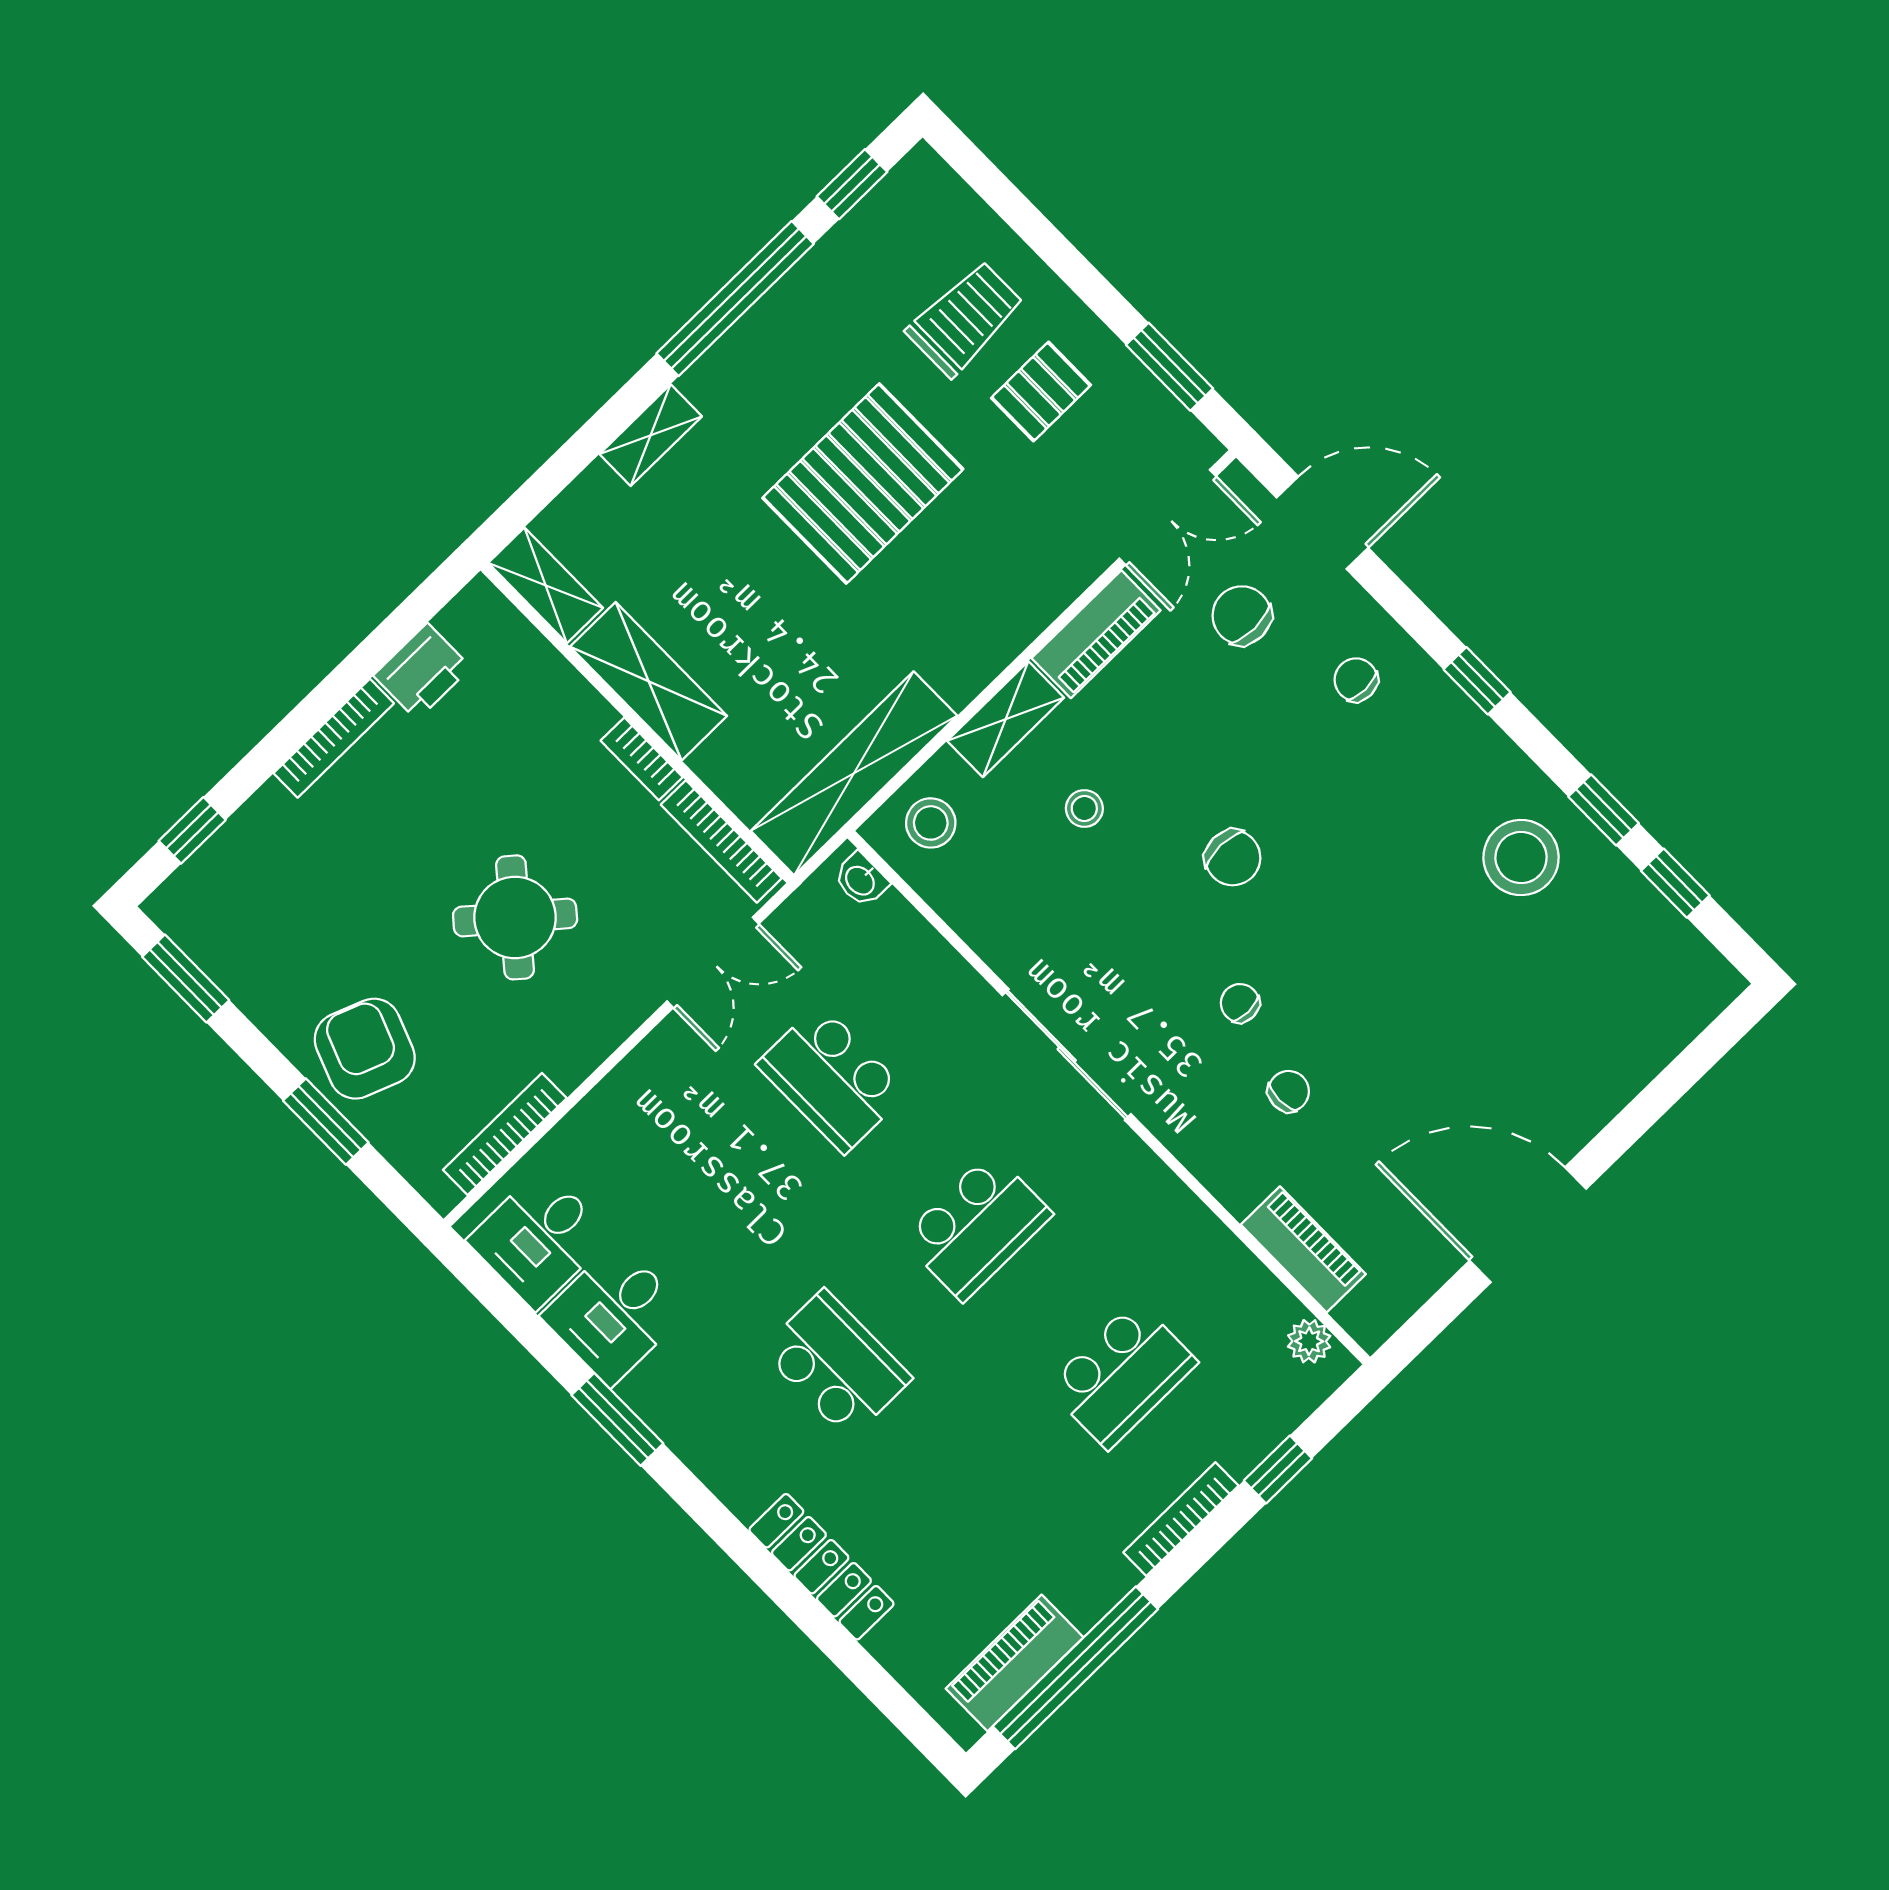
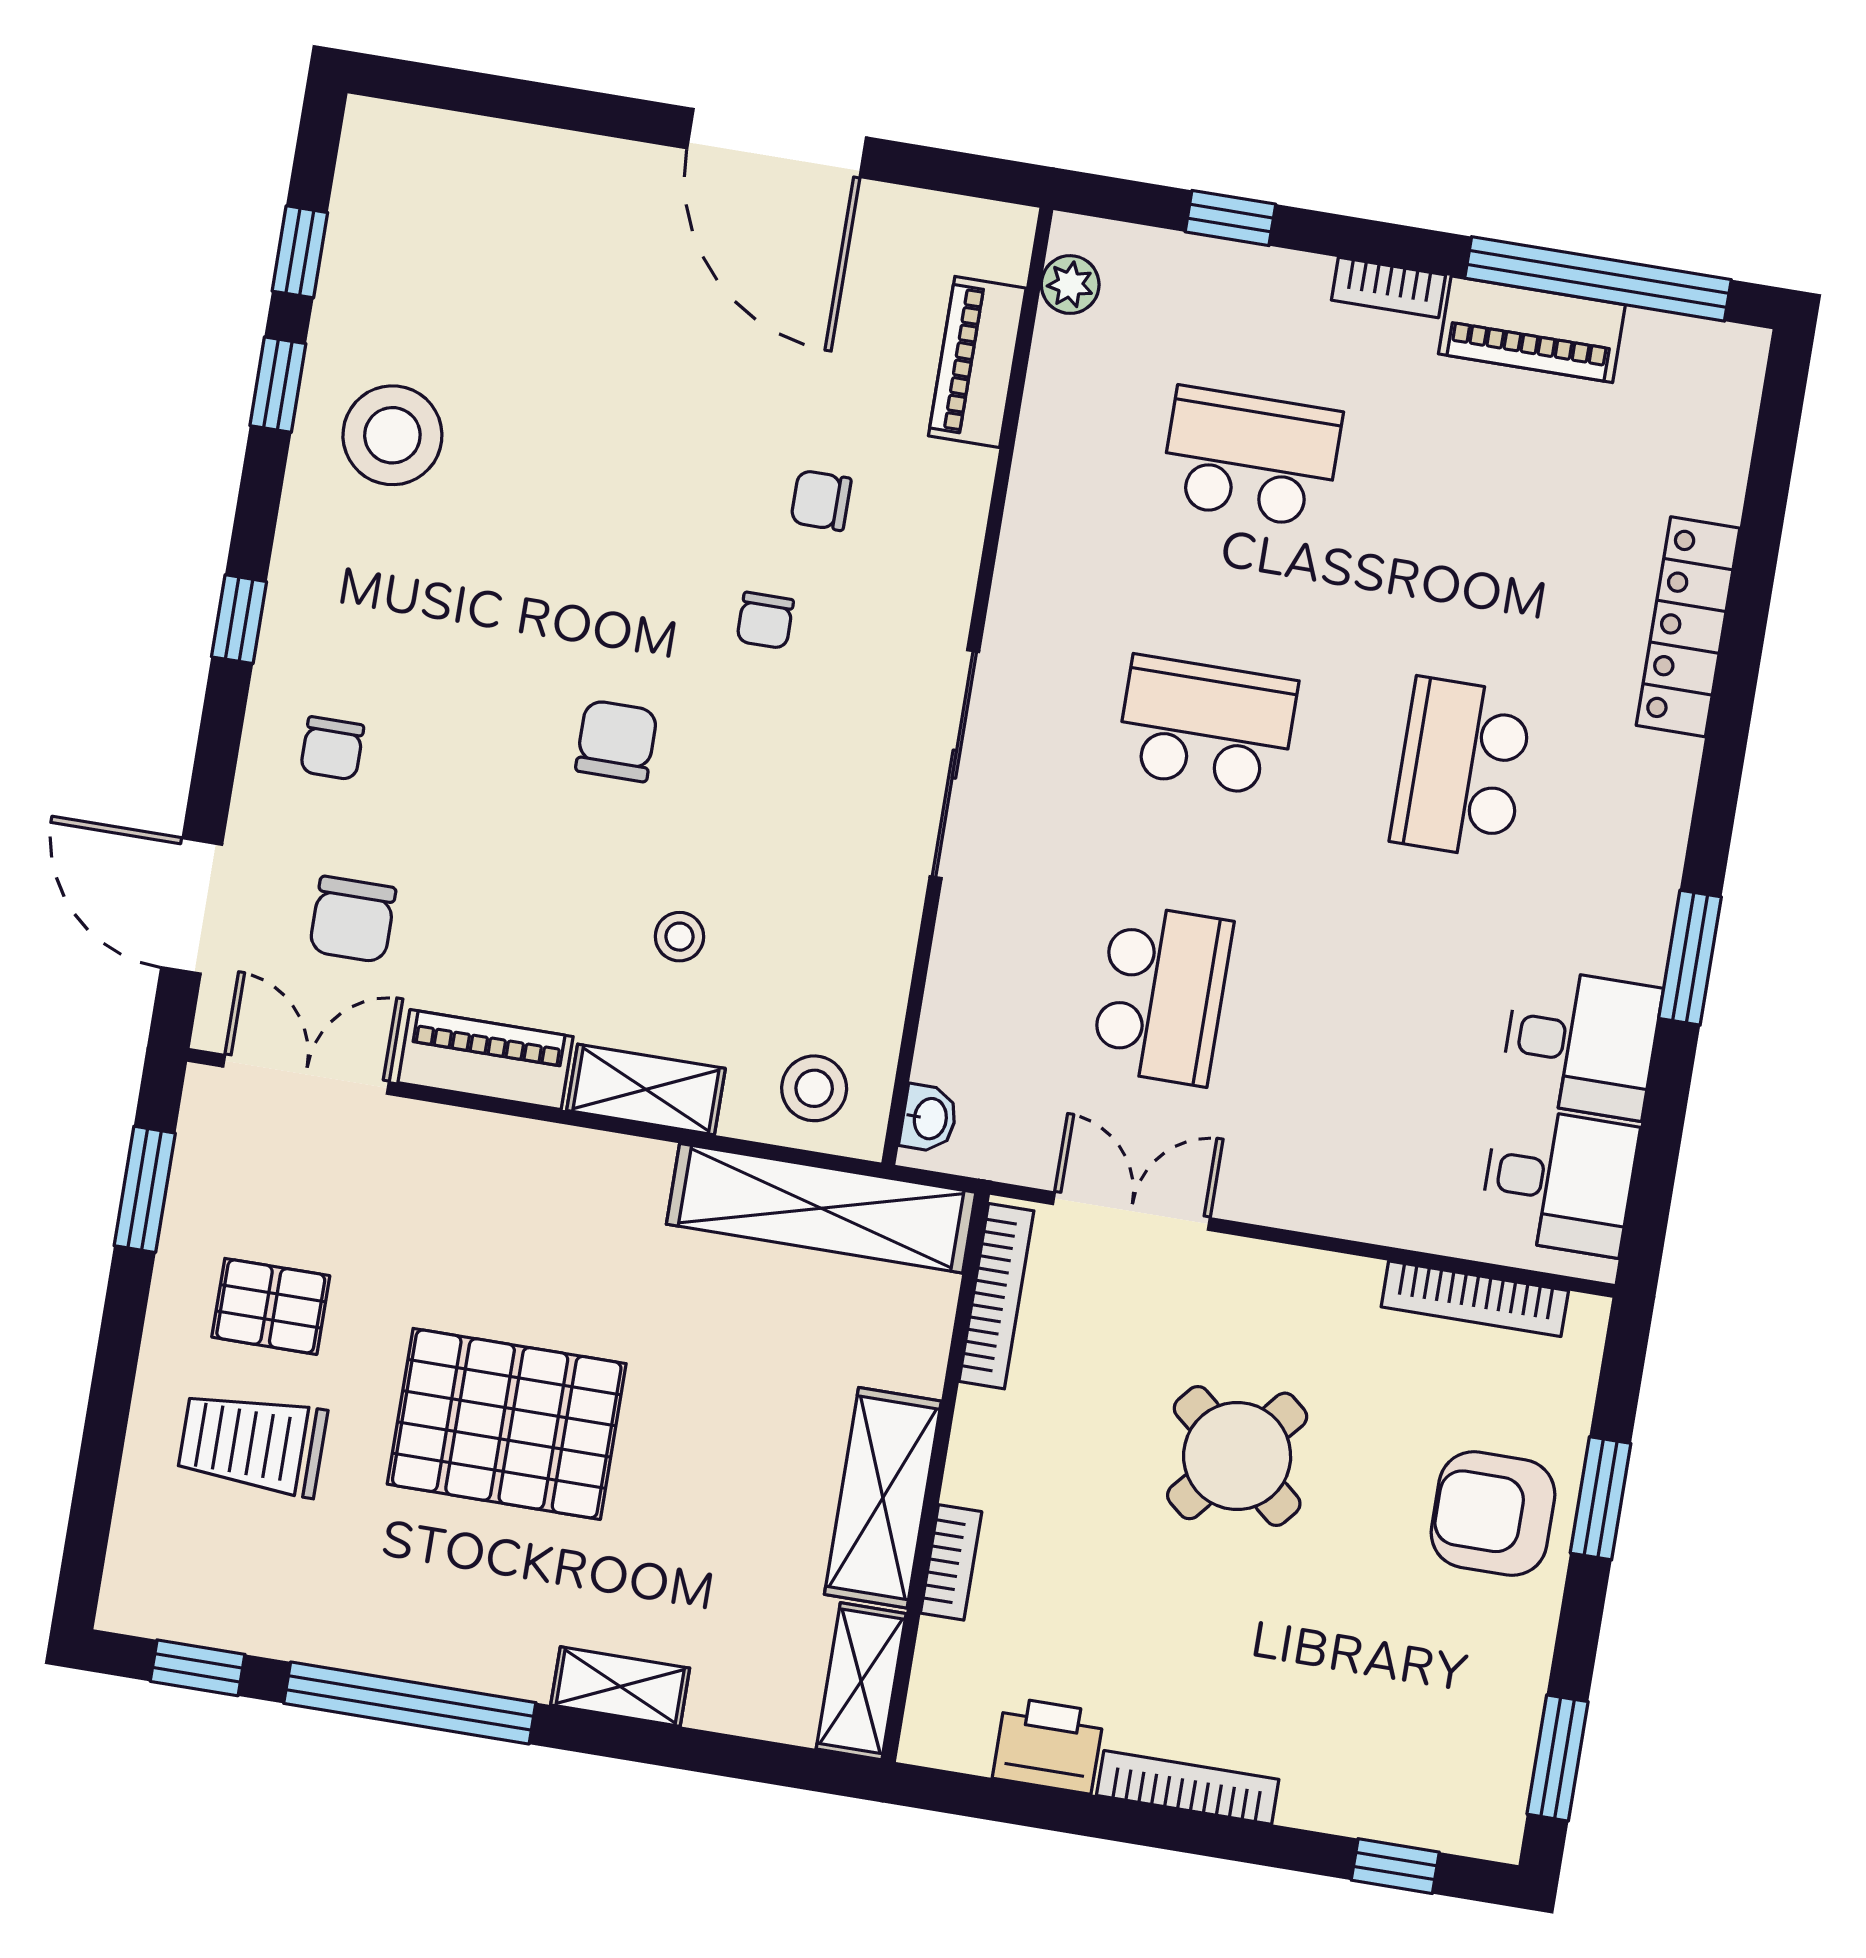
bookcase: (642, 759) -> (951, 1562), moved
armchair: (365, 1049) -> (1493, 1514), turned 69
bookcase: (1181, 1519) -> (1388, 288), width x0.64
piano: (1015, 1663) -> (1532, 329), moved

